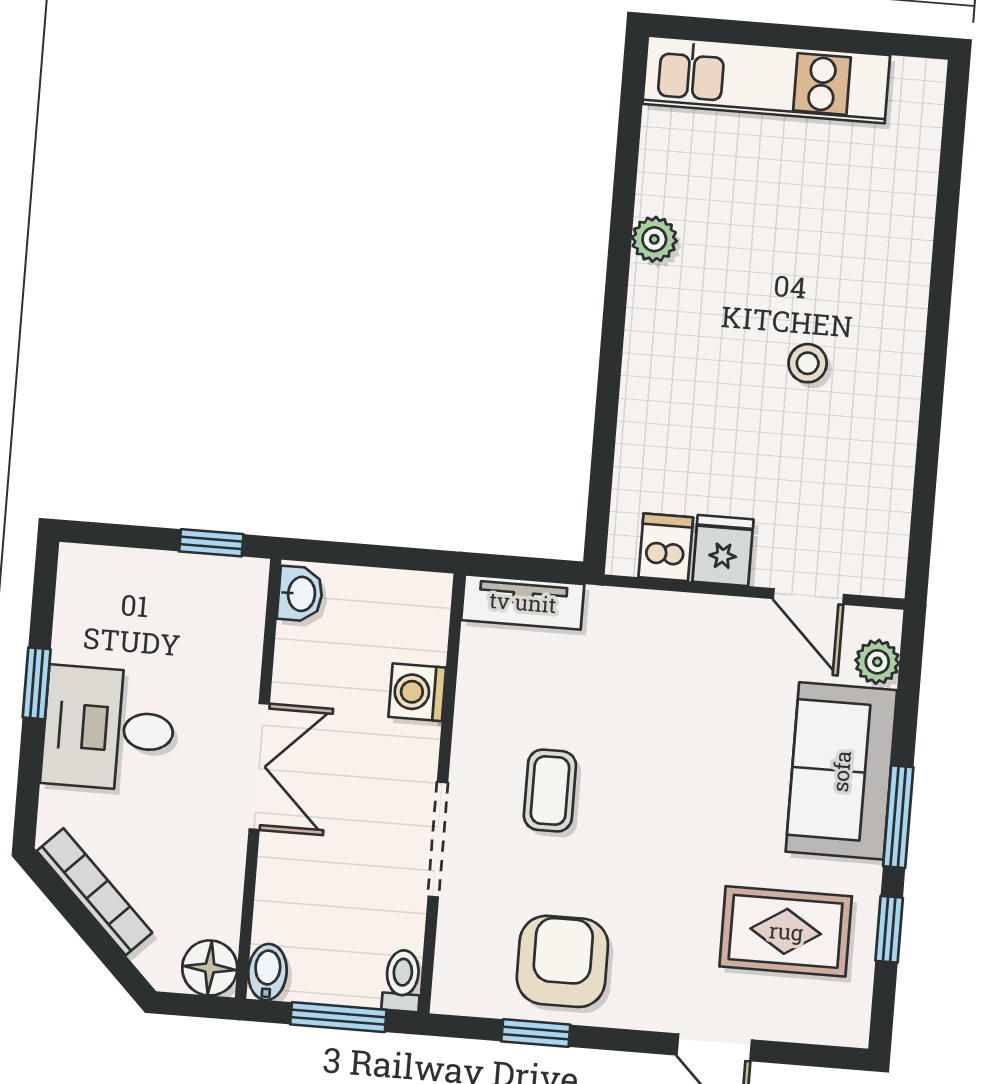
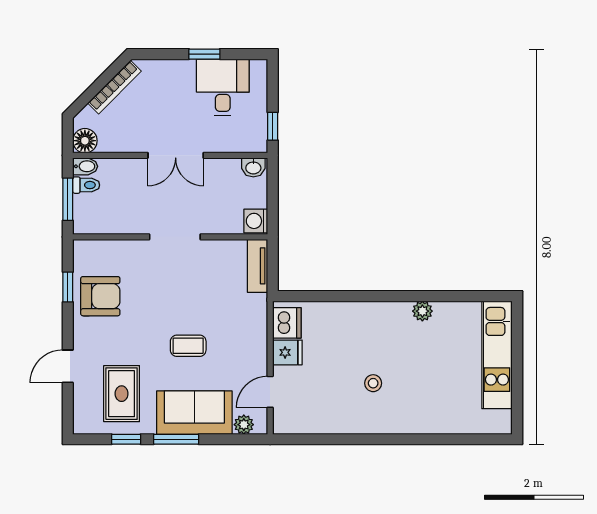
dishwasher: (666, 547) -> (287, 323), width x1.38
washing machine: (417, 692) -> (256, 221), moved, turned -90
desk: (109, 729) -> (223, 88), moved
coffee table: (550, 791) -> (188, 346), moved
doorway: (438, 839) -> (175, 237), moved
toilet: (402, 981) -> (86, 185), moved

